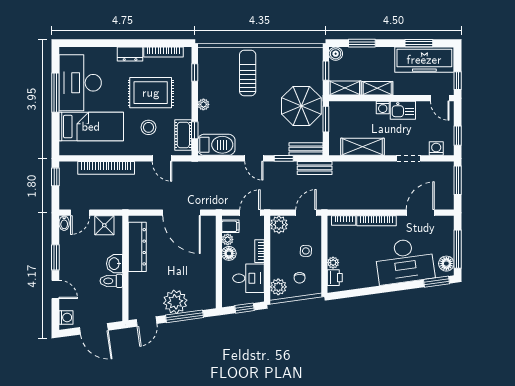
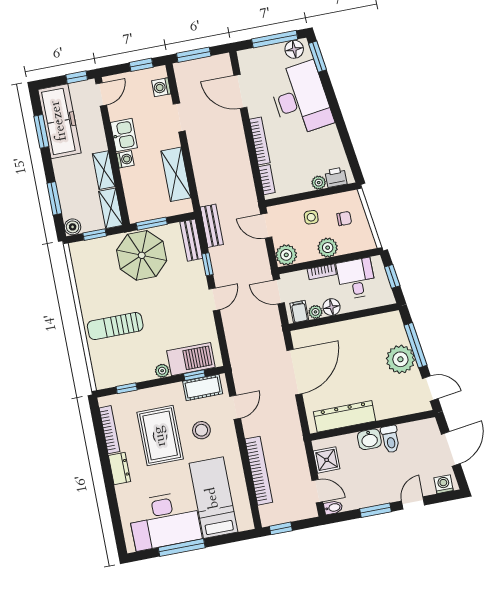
barbecue: (216, 145) -> (191, 359), moved, turned 90
plant: (278, 287) -> (328, 248), moved

